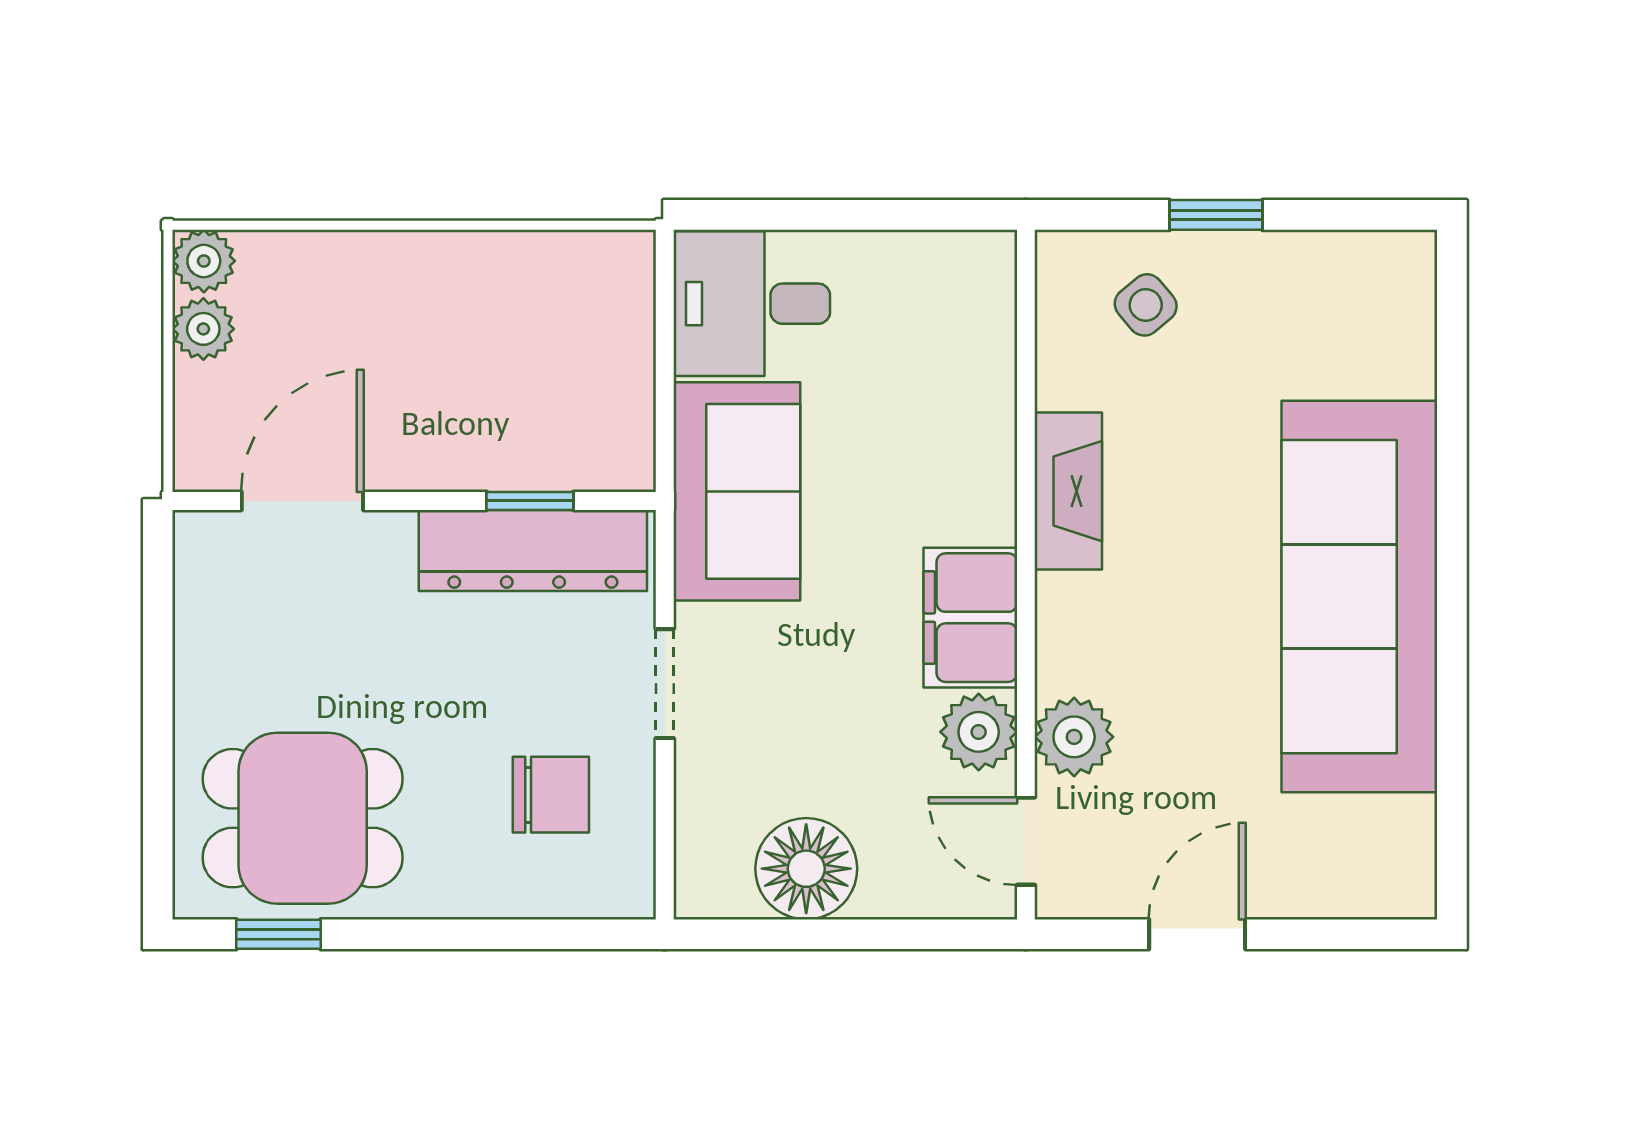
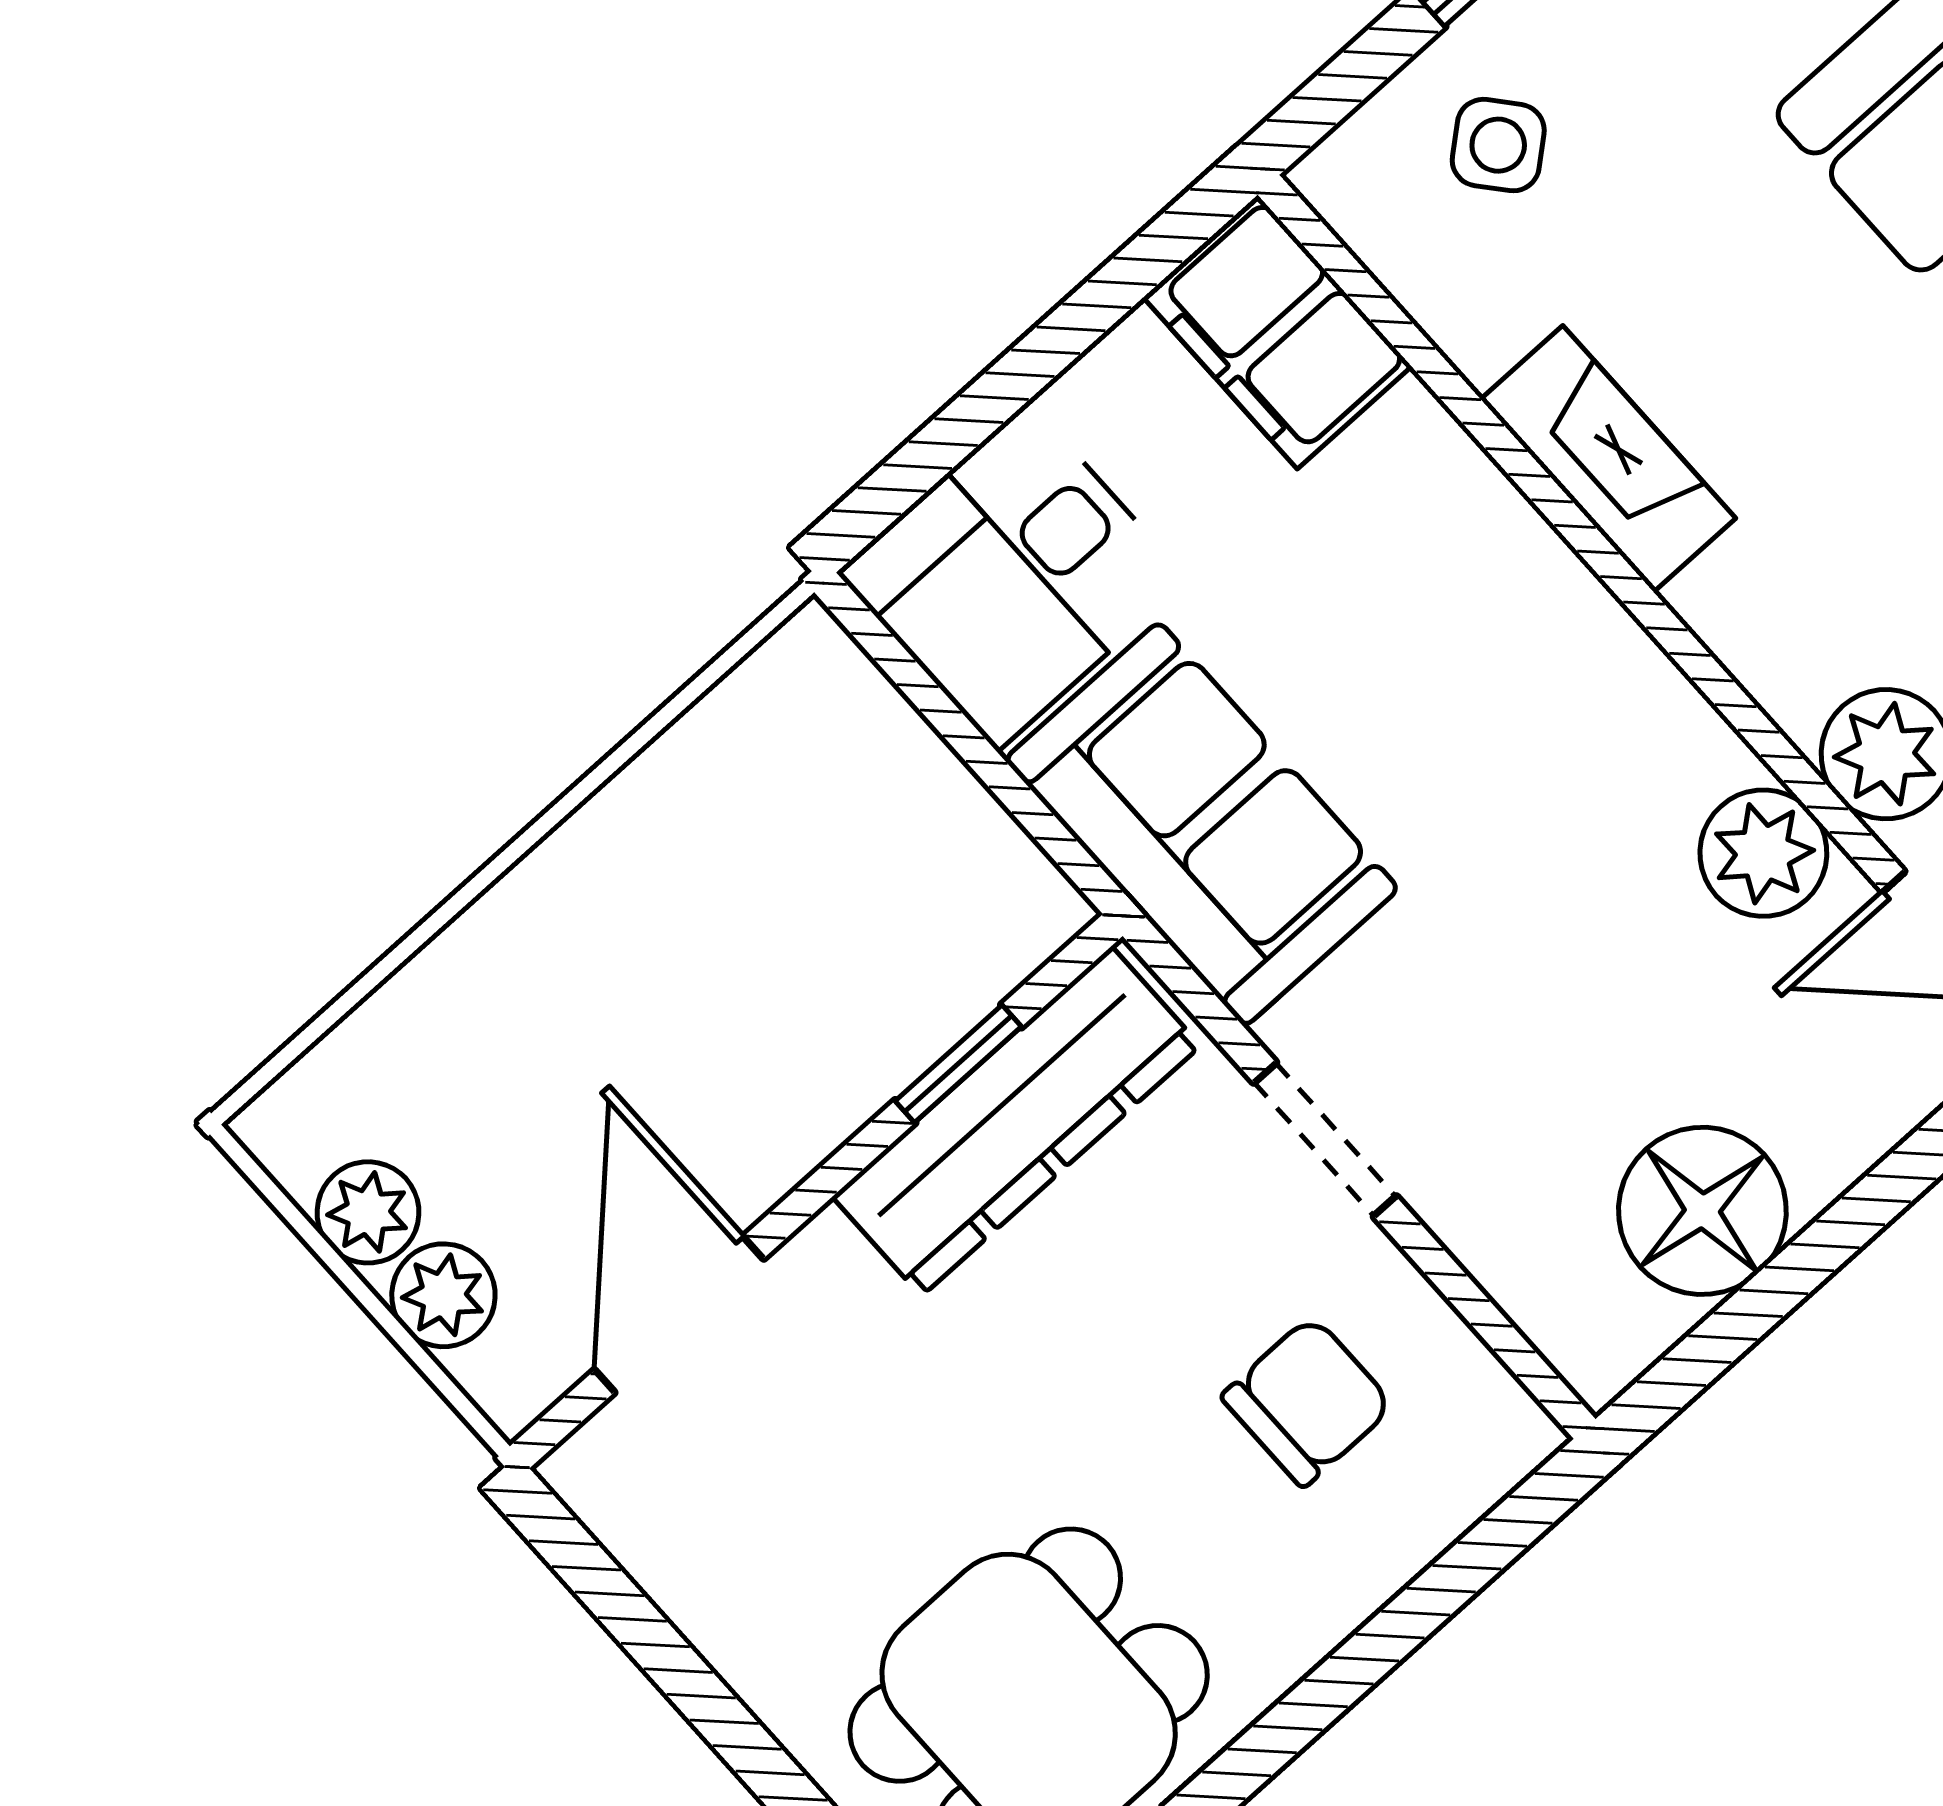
plant: (204, 261) -> (443, 1295), moved
filing cabinet: (970, 618) -> (1277, 332), moved

